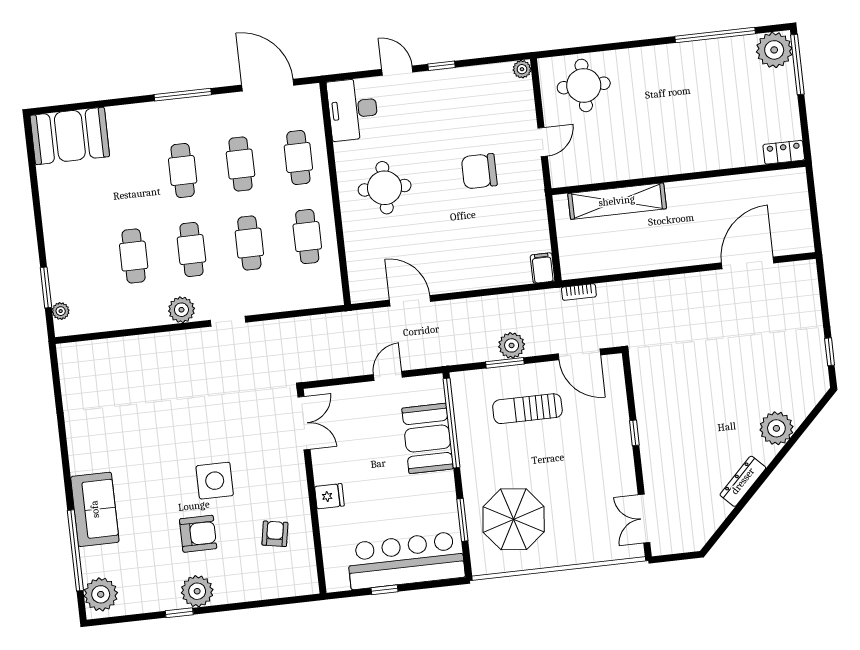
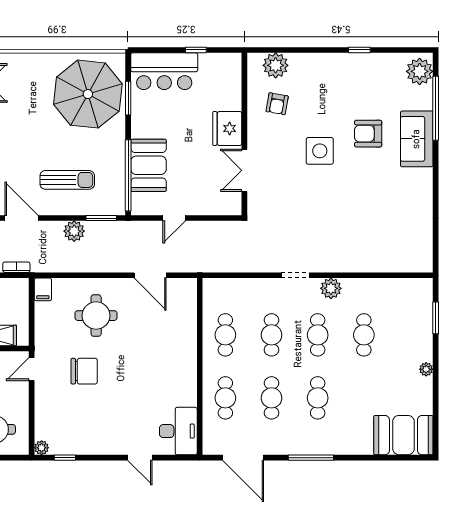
window: (442, 66) -> (65, 458), moved
door: (543, 142) -> (32, 369), moved
round table: (385, 188) -> (96, 316), moved
plant: (61, 311) -> (426, 369), moved
window: (505, 363) -> (101, 218), moved
double door: (304, 423) -> (244, 170), moved
fridge: (329, 496) -> (227, 128), width x1.88, depth x1.34
parasol: (514, 519) -> (88, 94), width x1.36, depth x1.36
armchair: (198, 534) -> (368, 134), moved
bar counter: (406, 560) -> (164, 71), width x0.73
plant: (197, 591) -> (276, 65), moved

